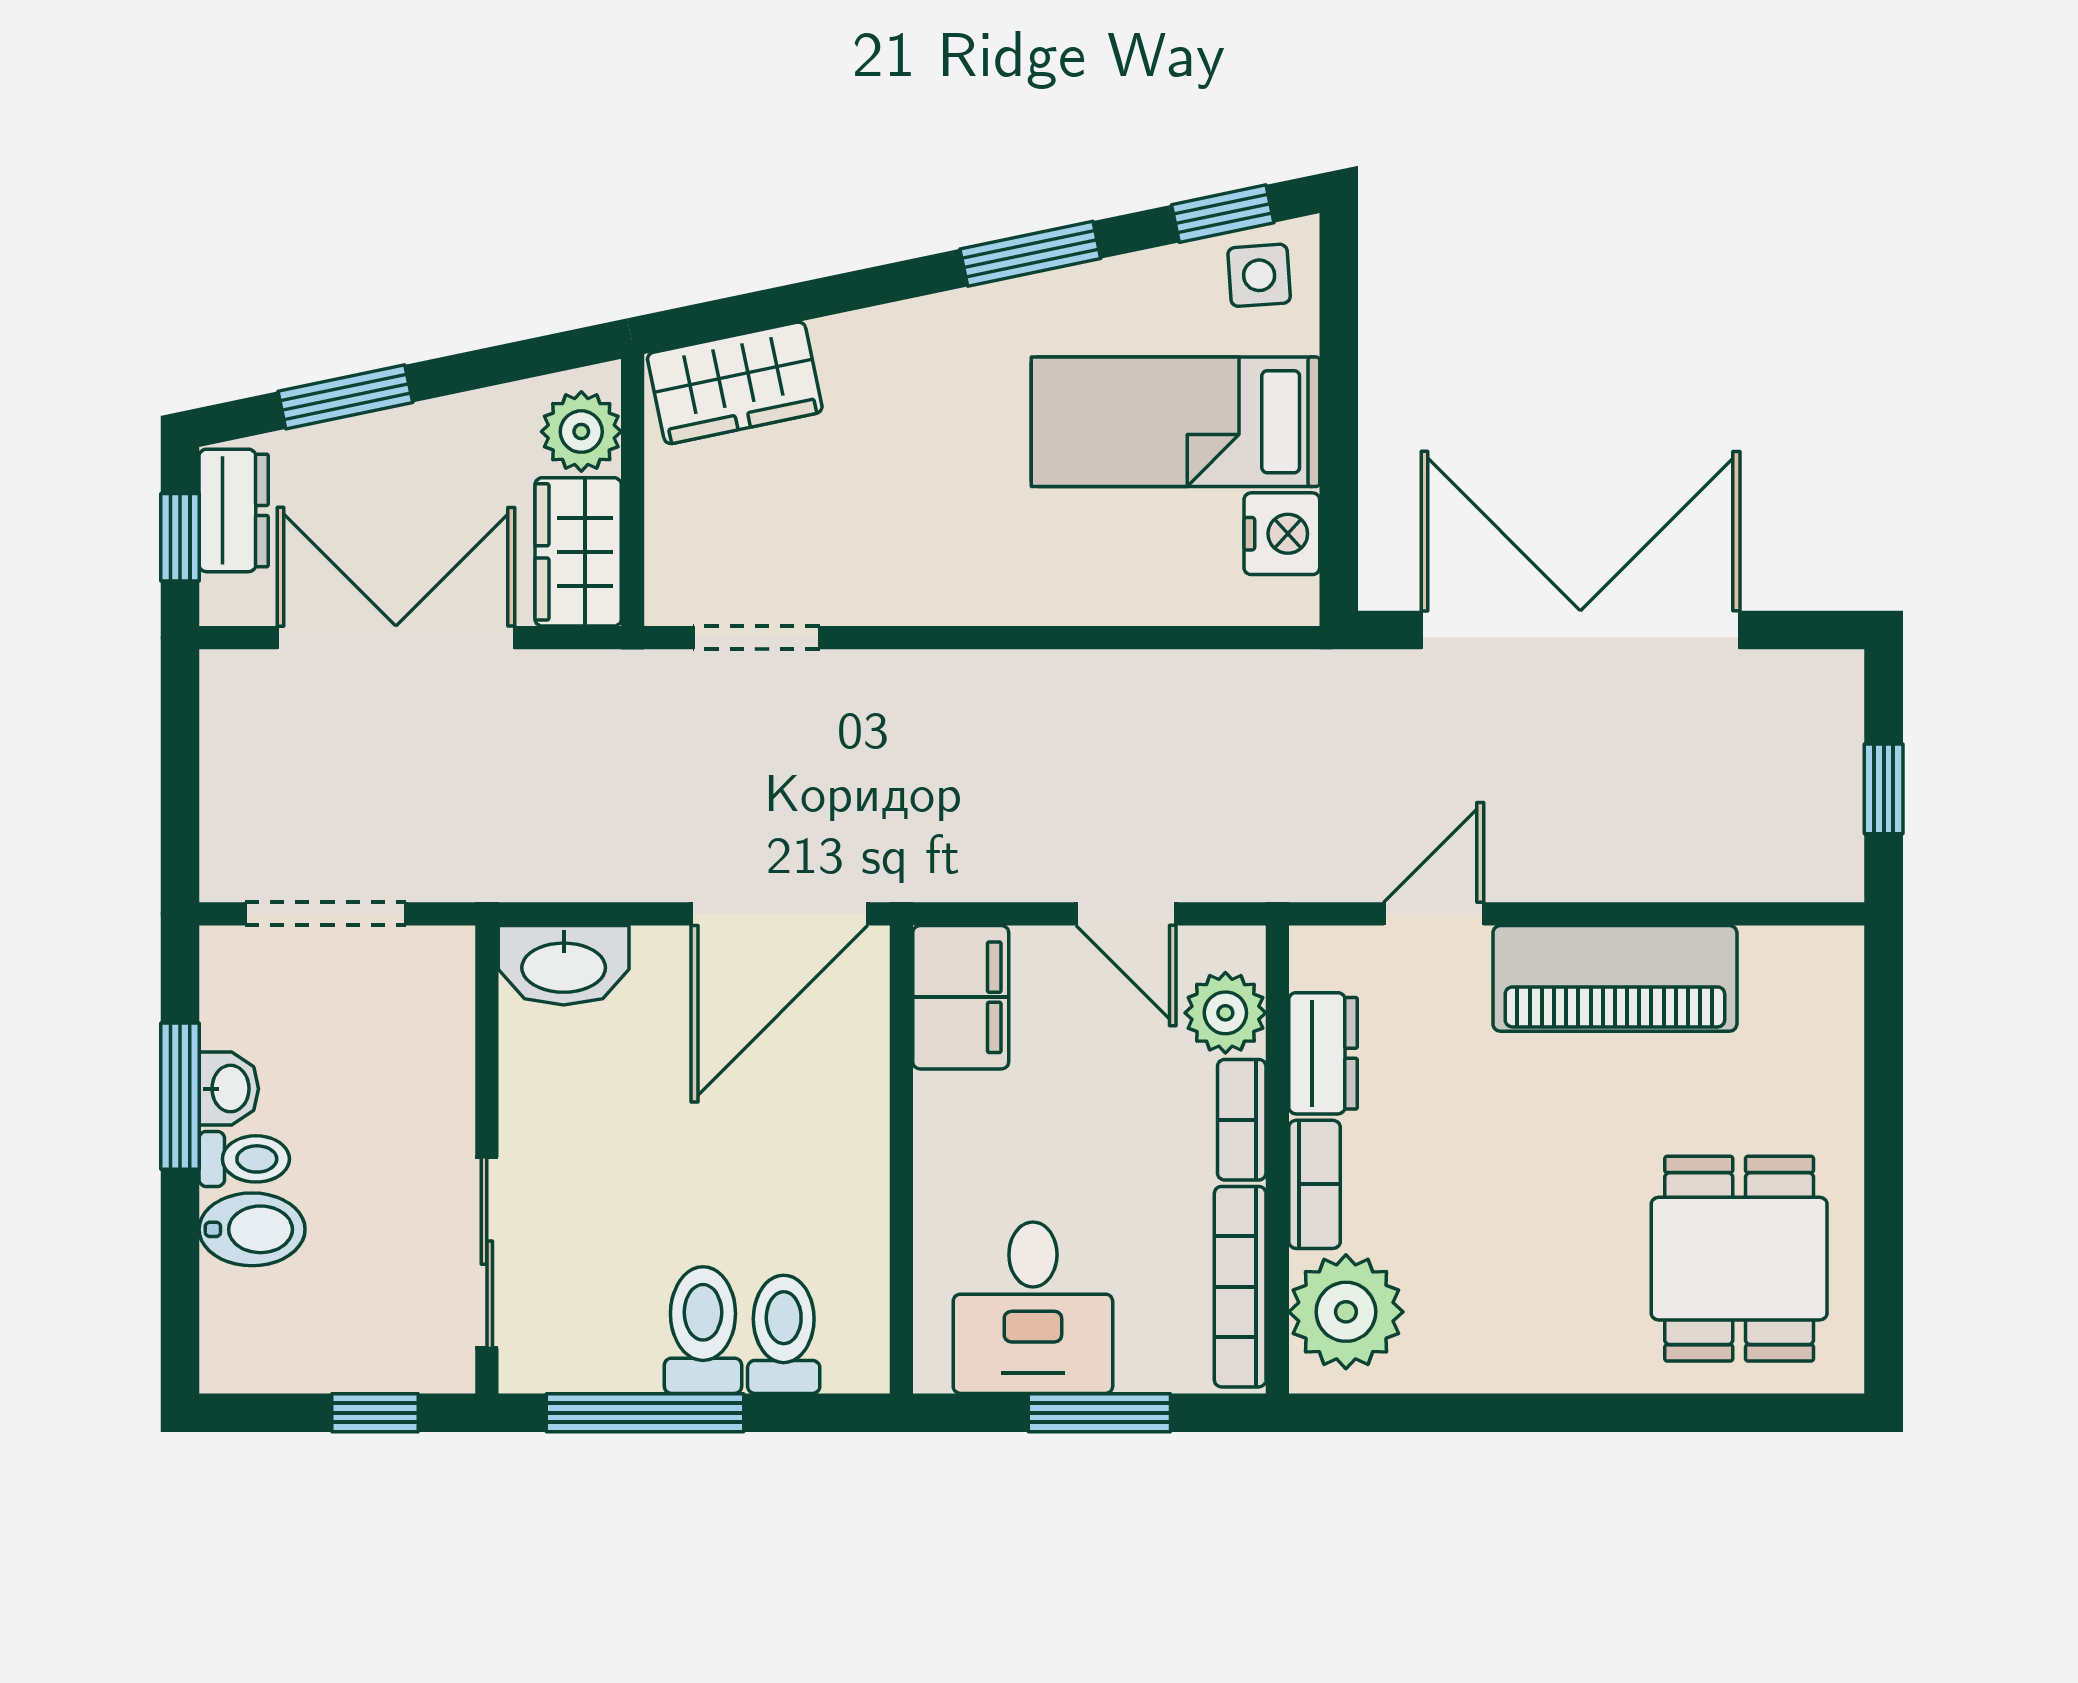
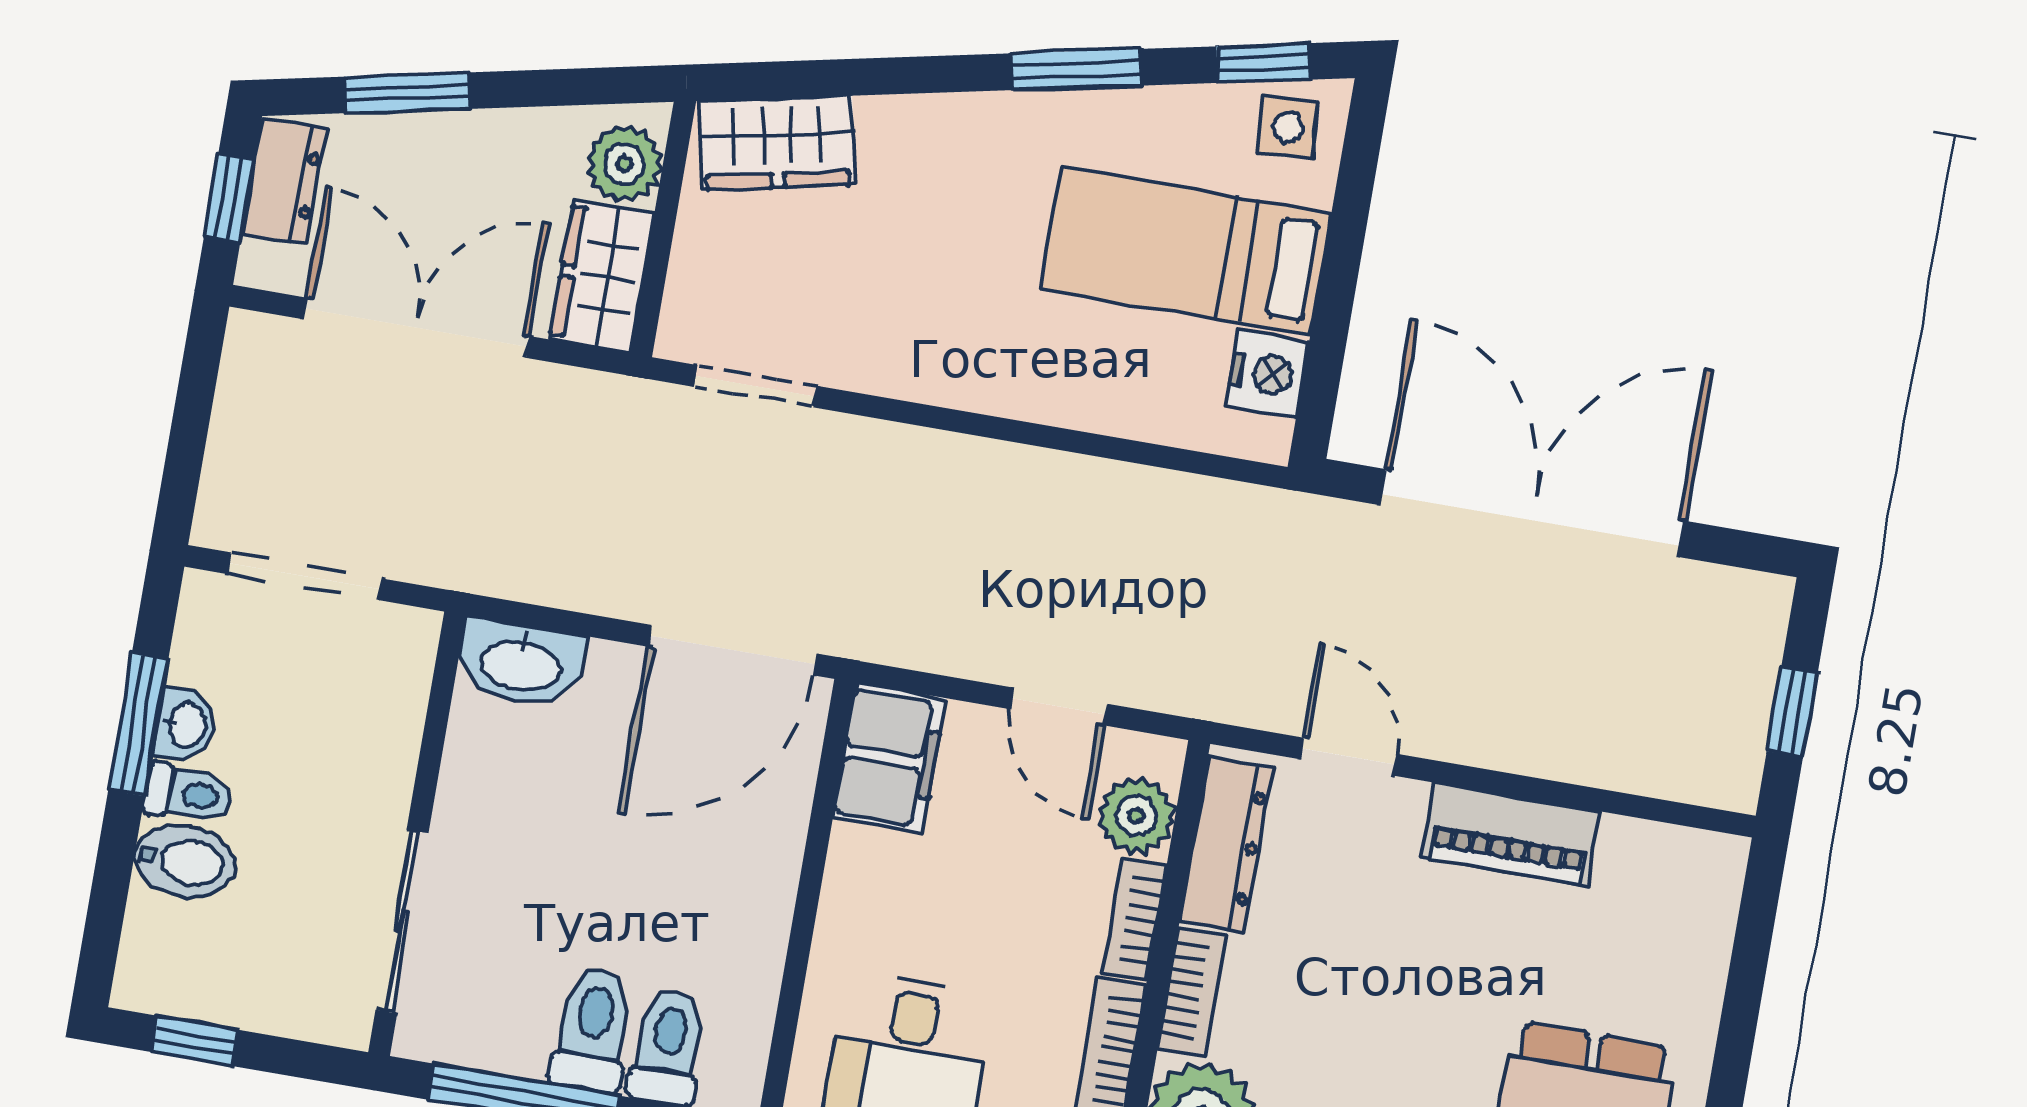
door: (1434, 914) -> (1348, 757), hinge flipped
piano: (1615, 978) -> (1511, 834), width x0.73, depth x0.75
dresser: (1323, 1053) -> (1226, 845), width x1.44
window: (375, 1413) -> (195, 1041), moved

